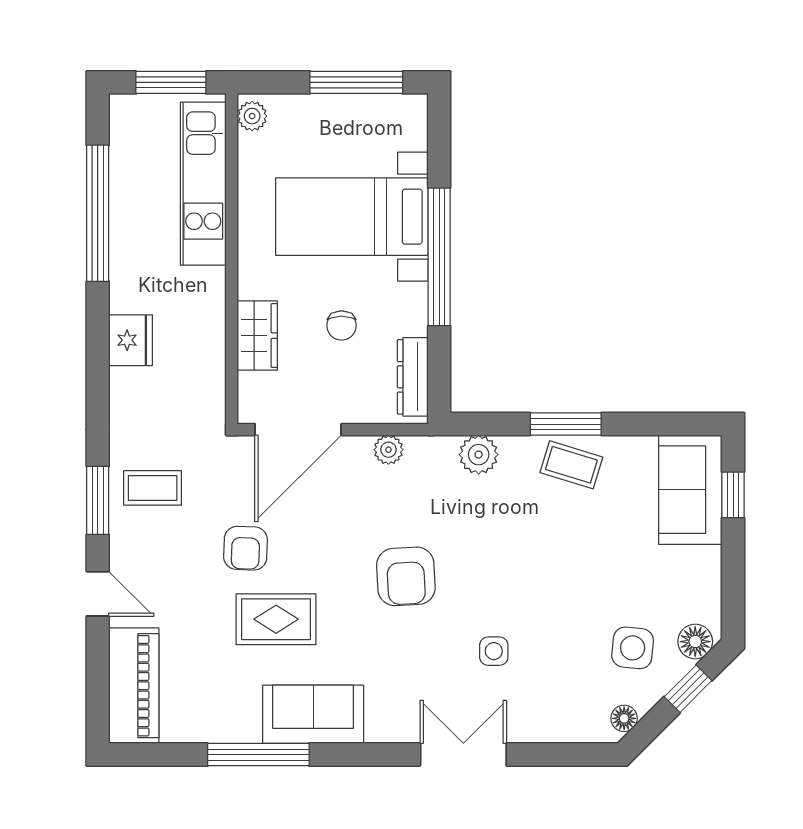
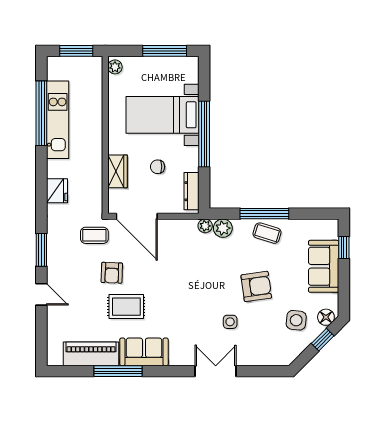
kitchen unit: (203, 184) -> (58, 120), moved, turned 180
chair: (342, 326) -> (158, 167), turned 90
fridge: (131, 340) -> (57, 191), moved
window: (566, 424) -> (264, 214), width x1.44
door: (298, 430) -> (137, 216), hinge flipped
plant: (388, 450) -> (205, 226), moved
coffee table: (153, 488) -> (94, 235), moved
sofa: (690, 490) -> (324, 266), moved
armchair: (406, 576) -> (256, 286), moved, turned -95
piano: (134, 686) -> (91, 354), moved, turned -90
floor lamp: (624, 718) -> (292, 354), removed

